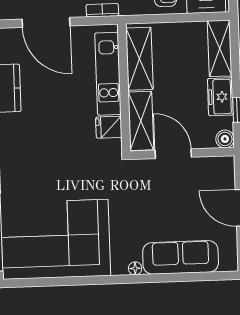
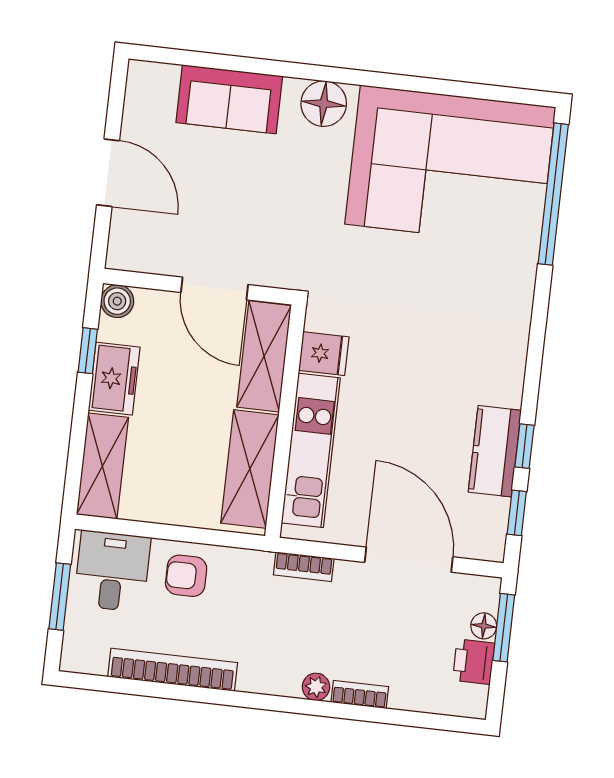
sofa: (181, 257) -> (229, 99), width x0.73
floor lamp: (135, 268) -> (324, 104), width x1.89, depth x1.89

